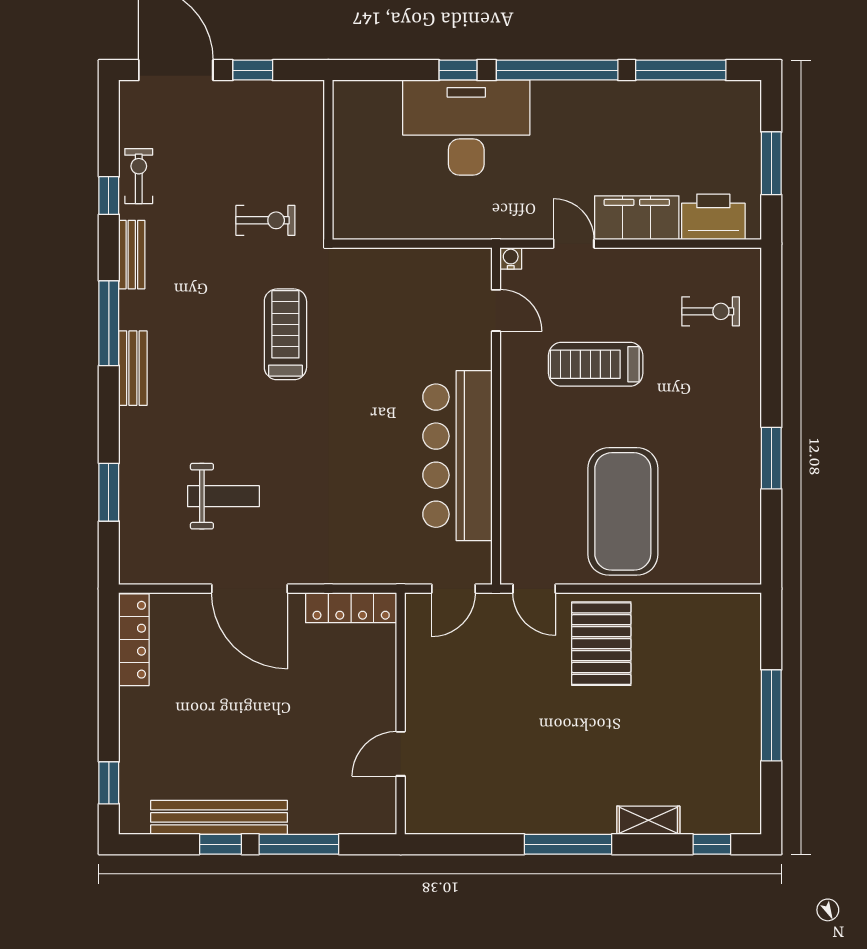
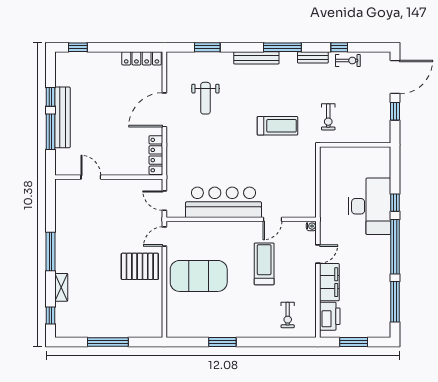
door: (496, 310) -> (272, 219), moved
bench: (133, 368) -> (256, 58), width x1.36
bench: (219, 817) -> (62, 117), moved

